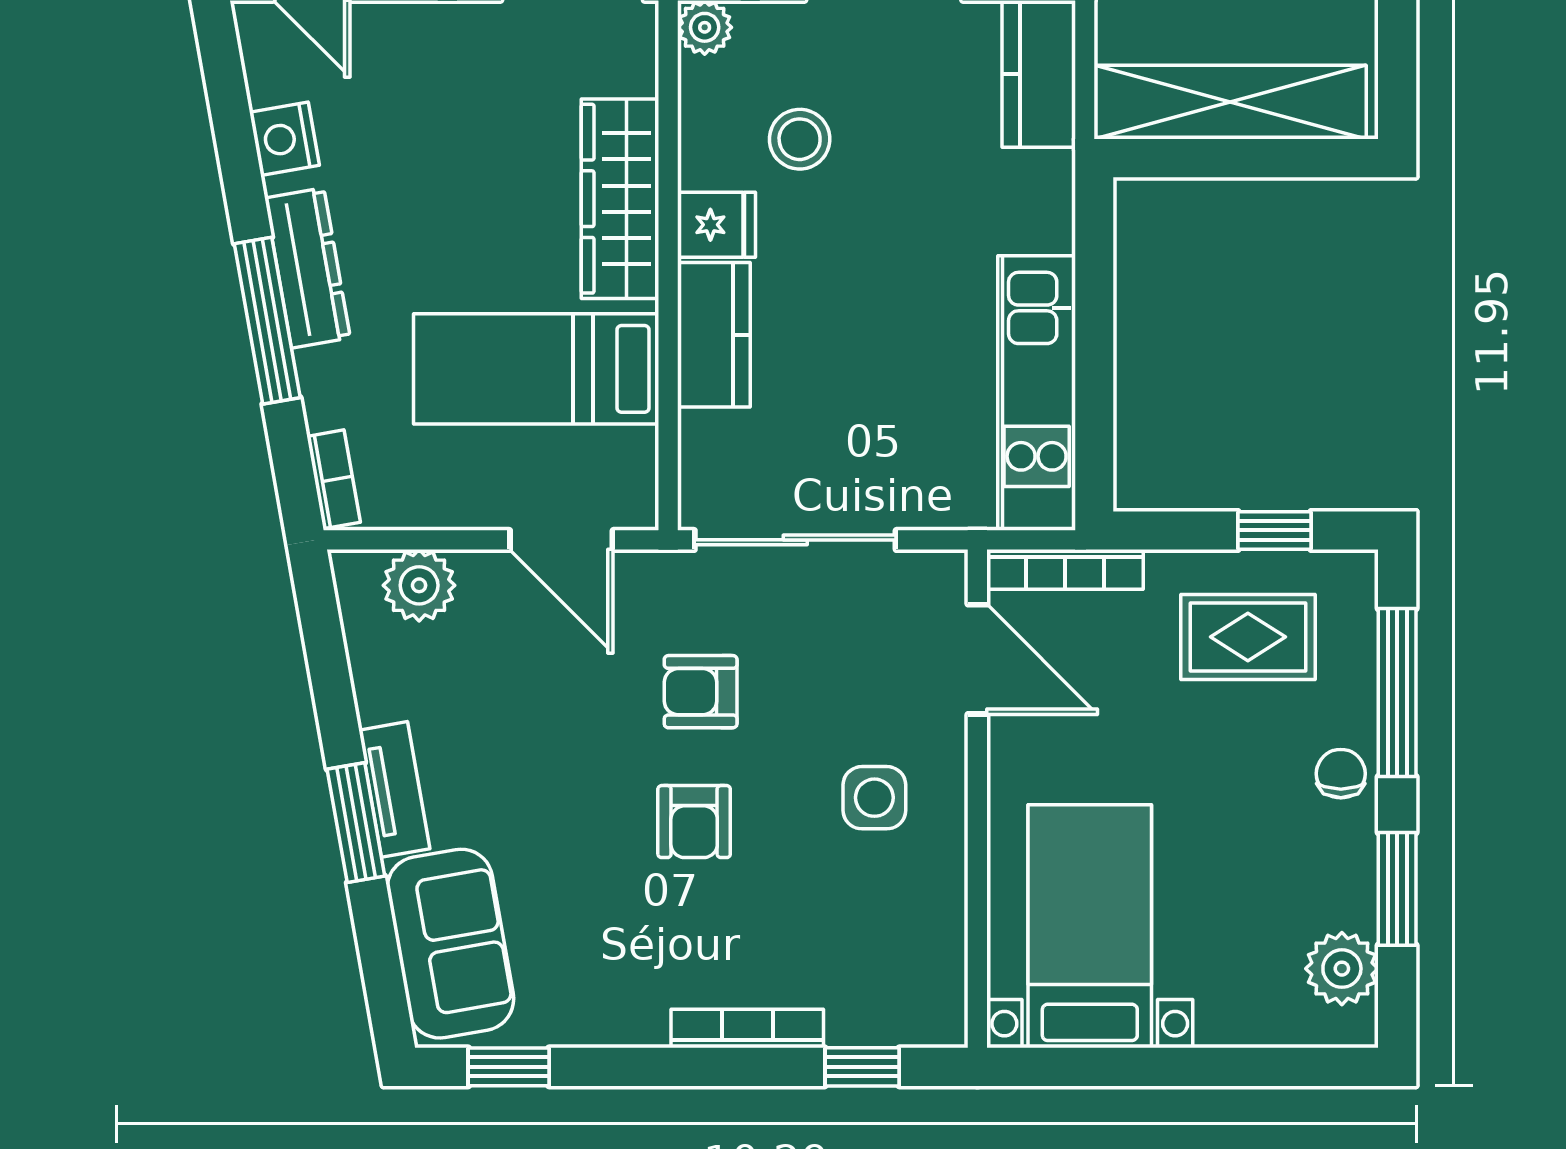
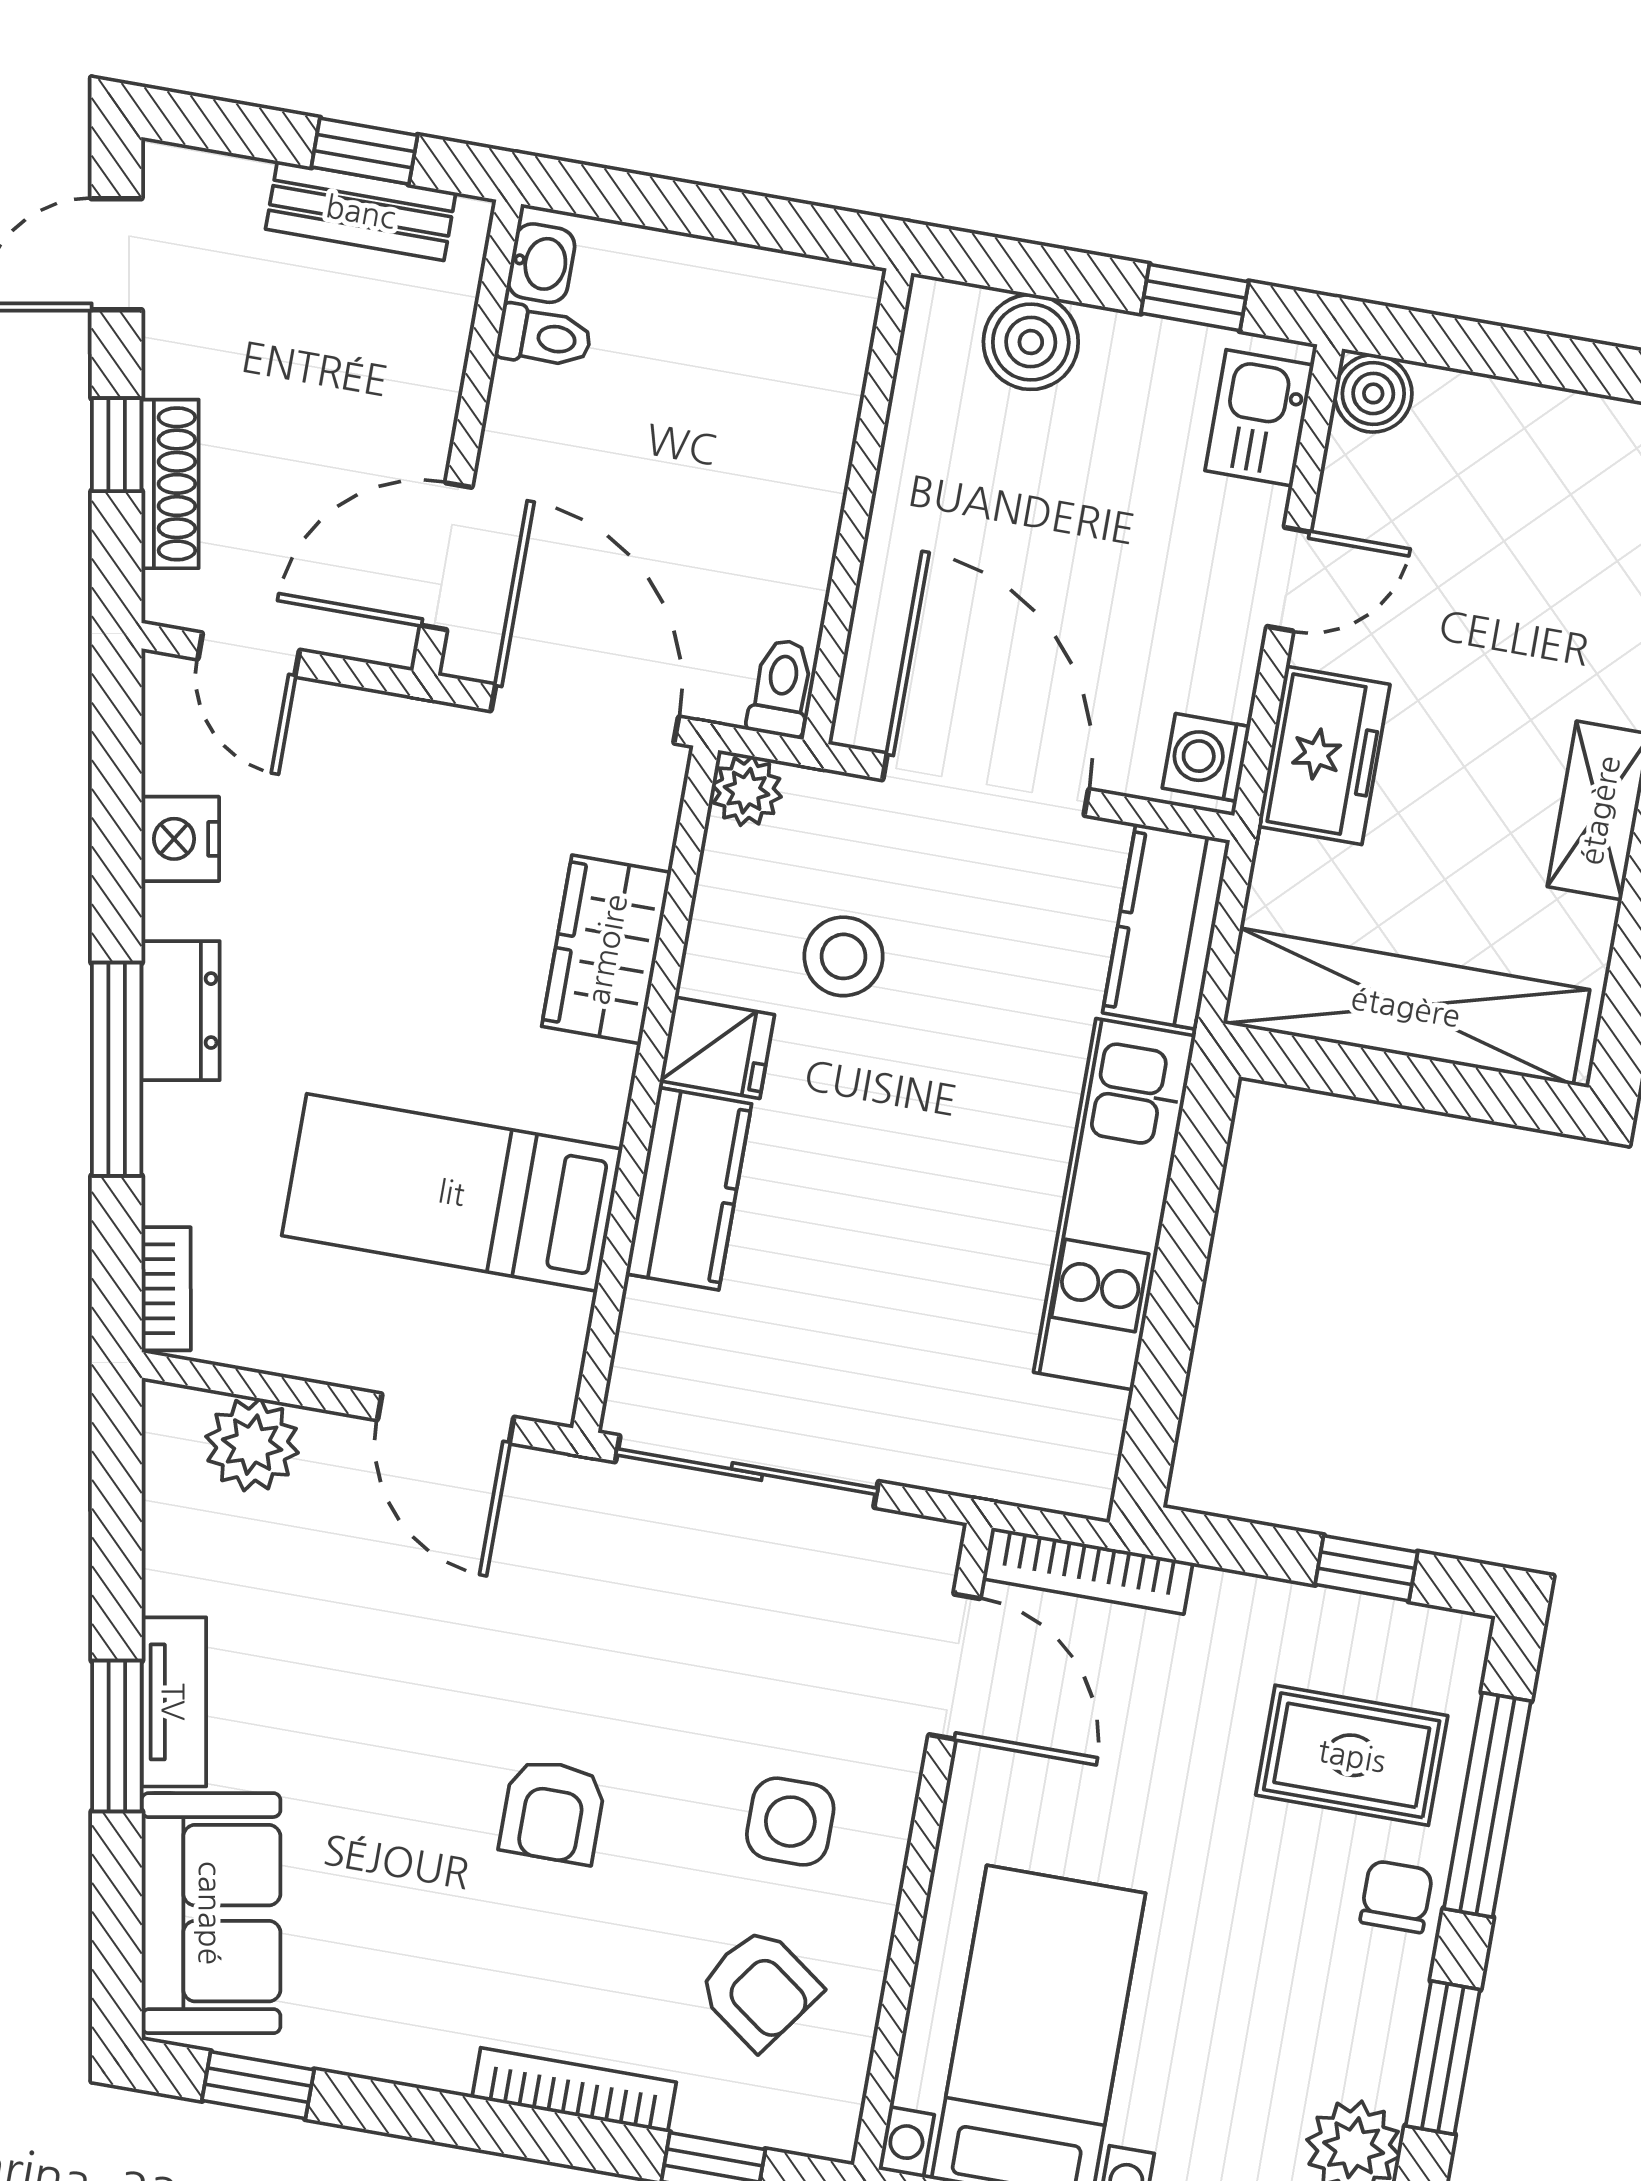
wardrobe: (620, 199) -> (606, 949), width x0.67
dresser: (308, 268) -> (181, 1011), width x0.70
kitchen unit: (1037, 393) -> (1114, 1204), moved
rug: (1248, 637) -> (1352, 1755), moved
armchair: (701, 692) -> (759, 1988), moved, turned -144

